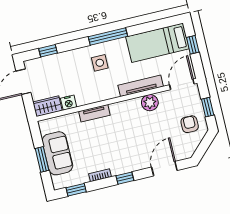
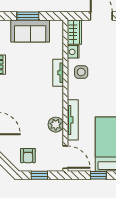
side table: (100, 63) -> (81, 72), moved
armchair: (190, 124) -> (28, 156), turned 90

